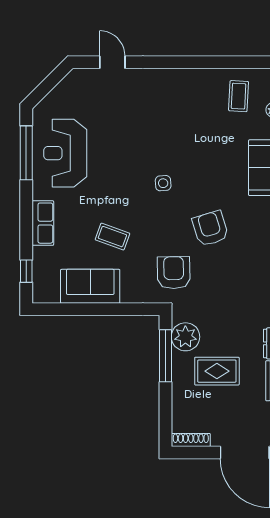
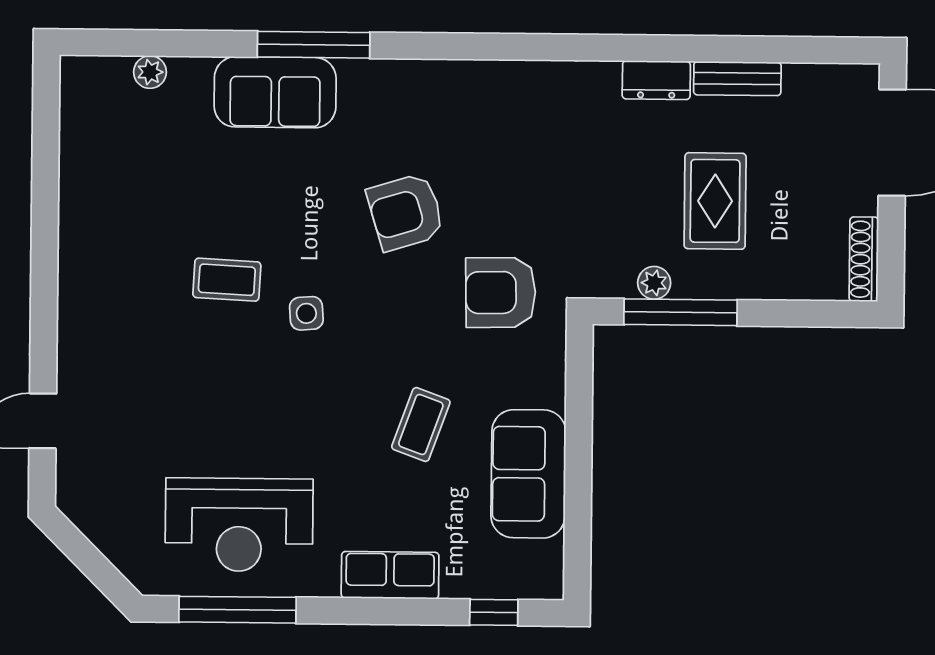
coffee table: (239, 96) -> (227, 280), moved
plant: (185, 337) -> (654, 283), width x0.53, depth x0.53

